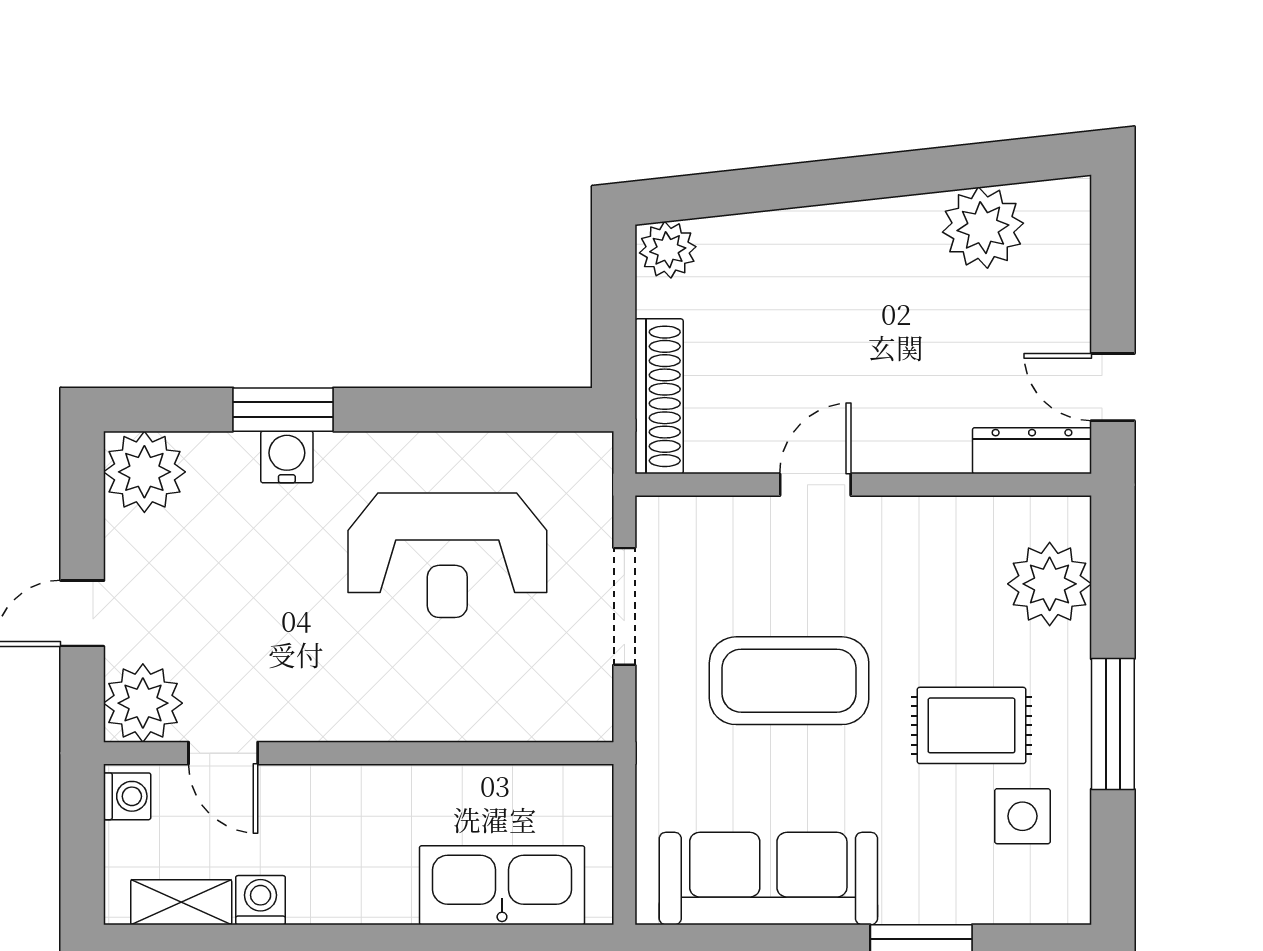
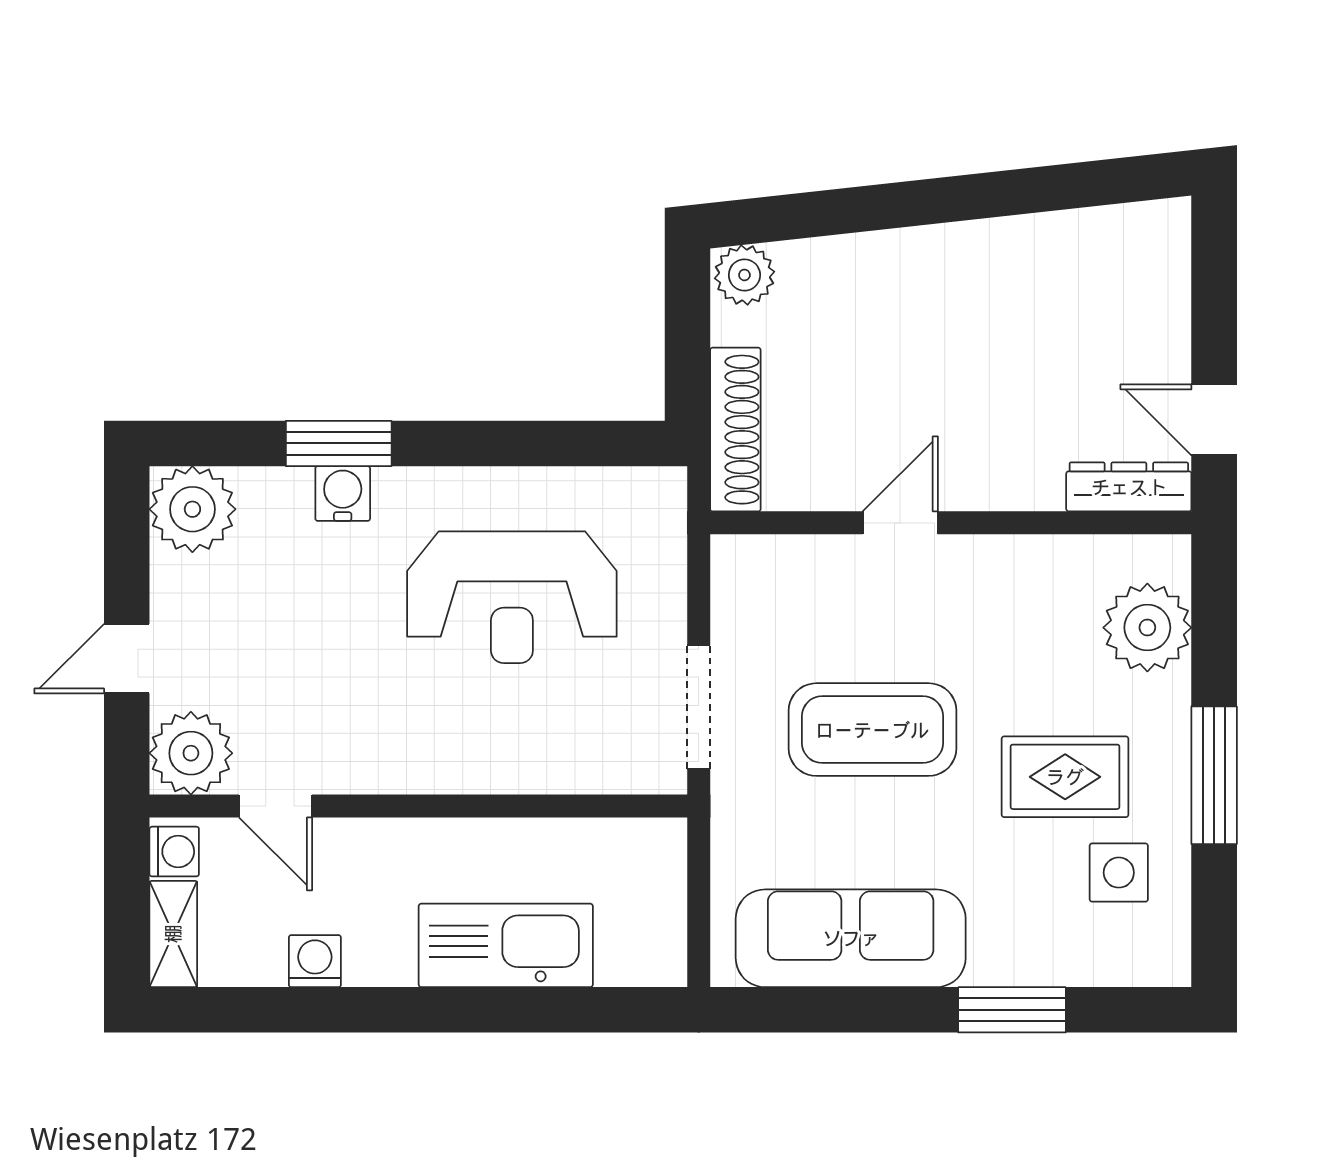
plant: (983, 228) -> (1077, 252), removed
doorway: (624, 606) -> (699, 707), moved
kitchen sink: (502, 885) -> (506, 945), moved
shelving: (181, 902) -> (173, 934), moved, turned 90

